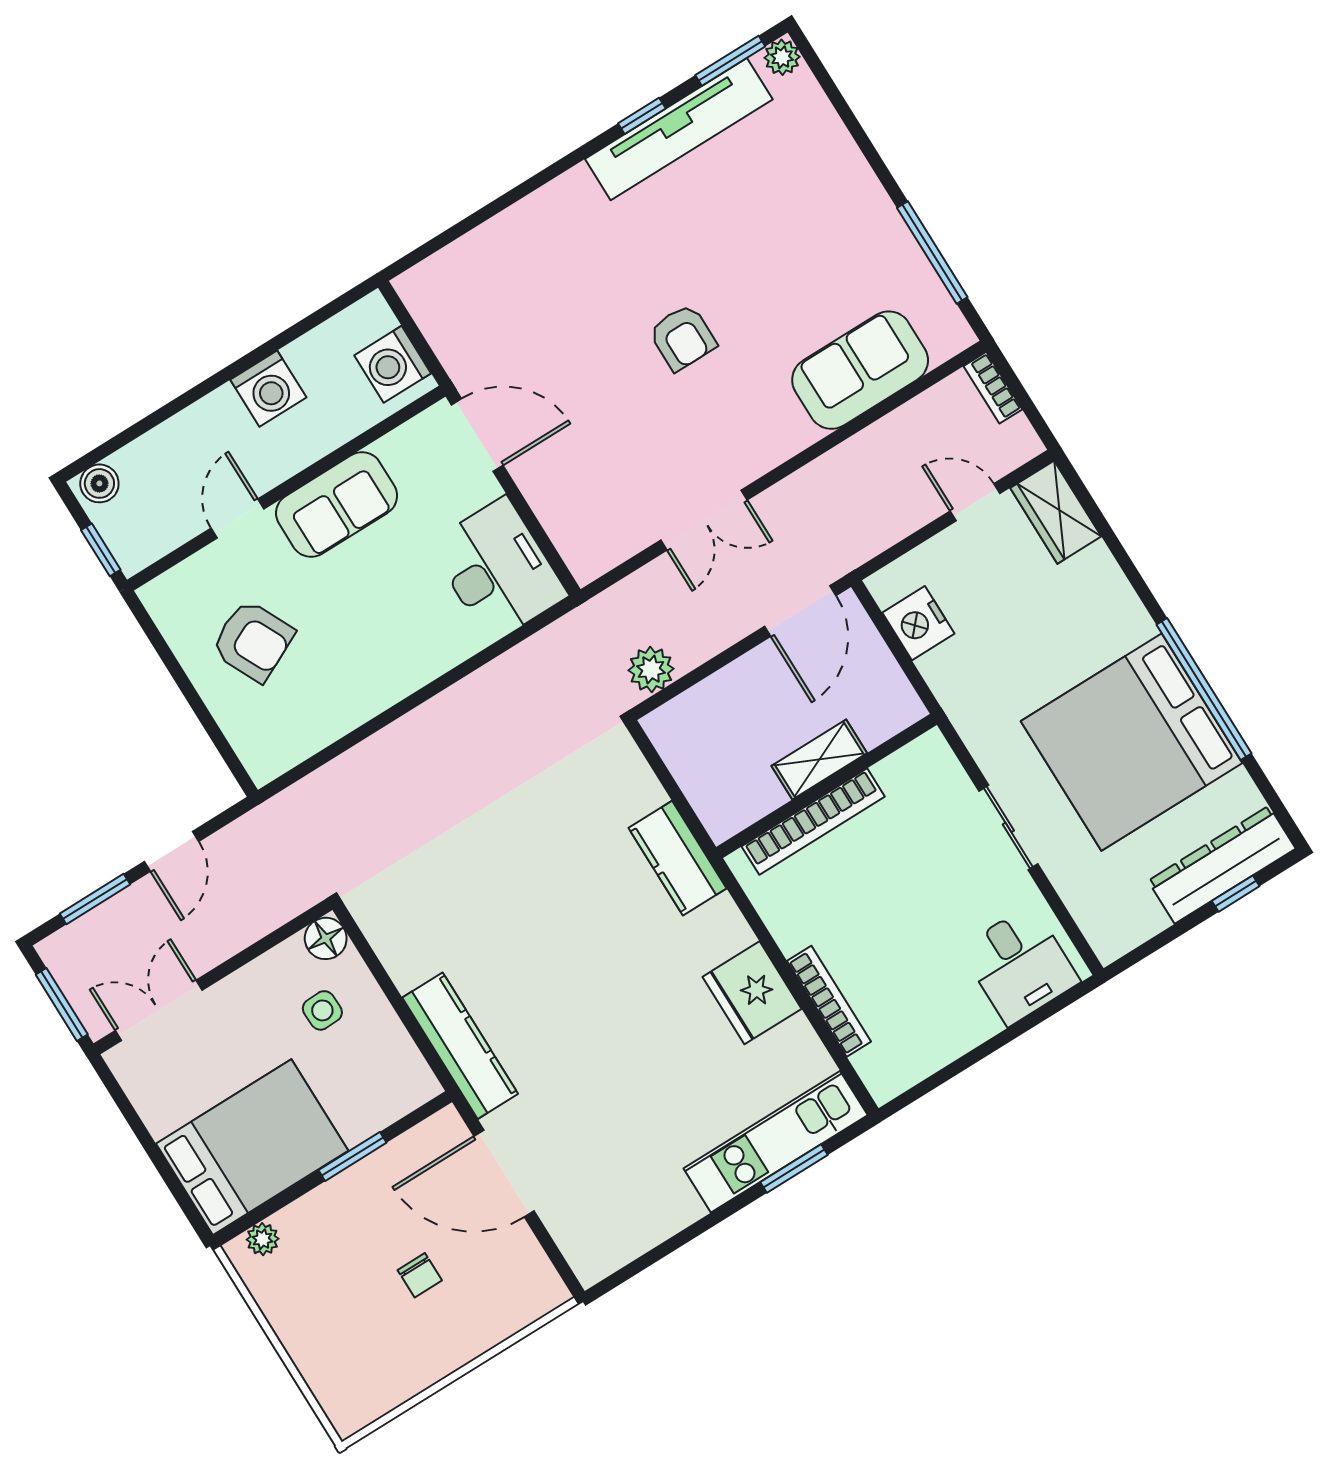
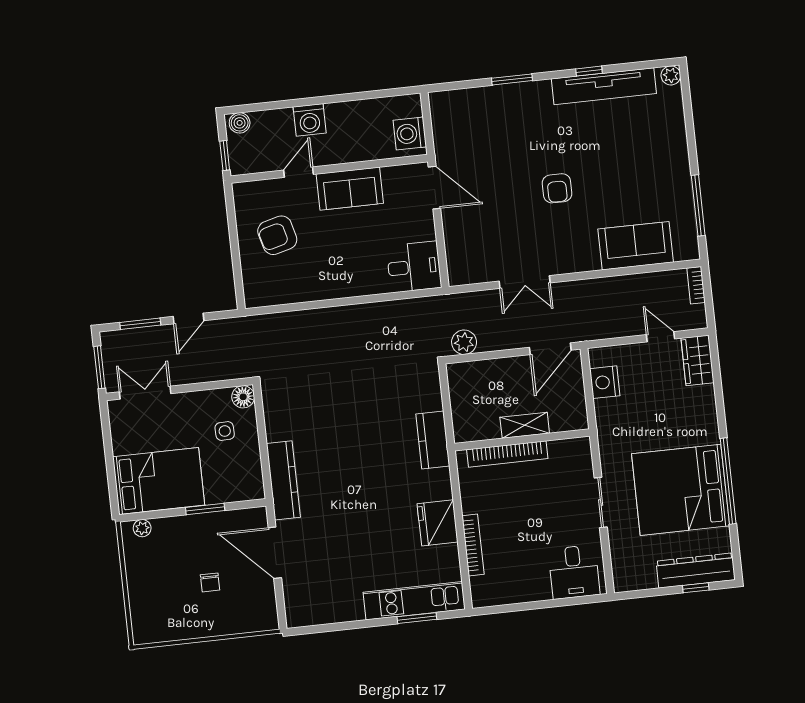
window: (730, 61) -> (512, 79), moved
washing machine: (268, 389) -> (310, 120), moved
desk: (498, 570) -> (414, 267), width x0.73
armchair: (253, 641) -> (277, 235), turned 101

